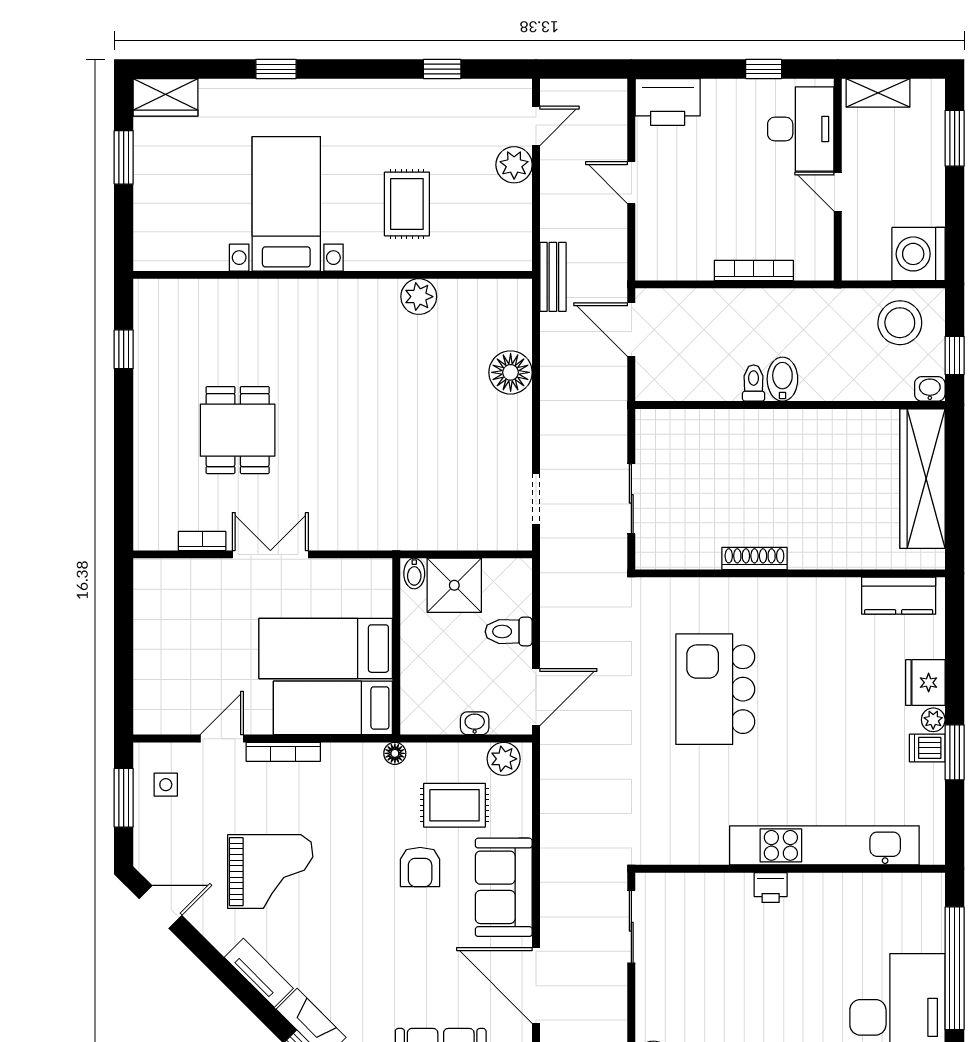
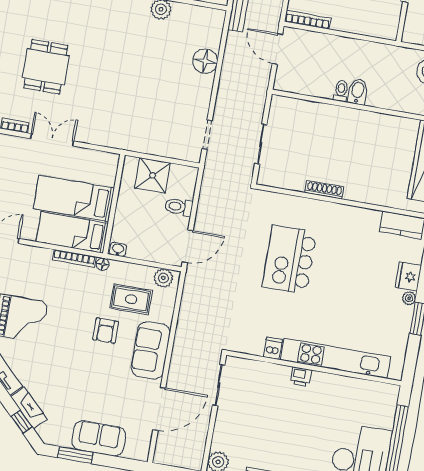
bookcase: (754, 270) -> (308, 20), moved
bidet: (414, 574) -> (131, 165), removed
washbasin: (475, 723) -> (118, 249), moved
dishwasher: (927, 748) -> (273, 348), moved, turned 90
bookcase: (283, 752) -> (74, 258), moved
door: (536, 985) -> (159, 409), swing flipped

